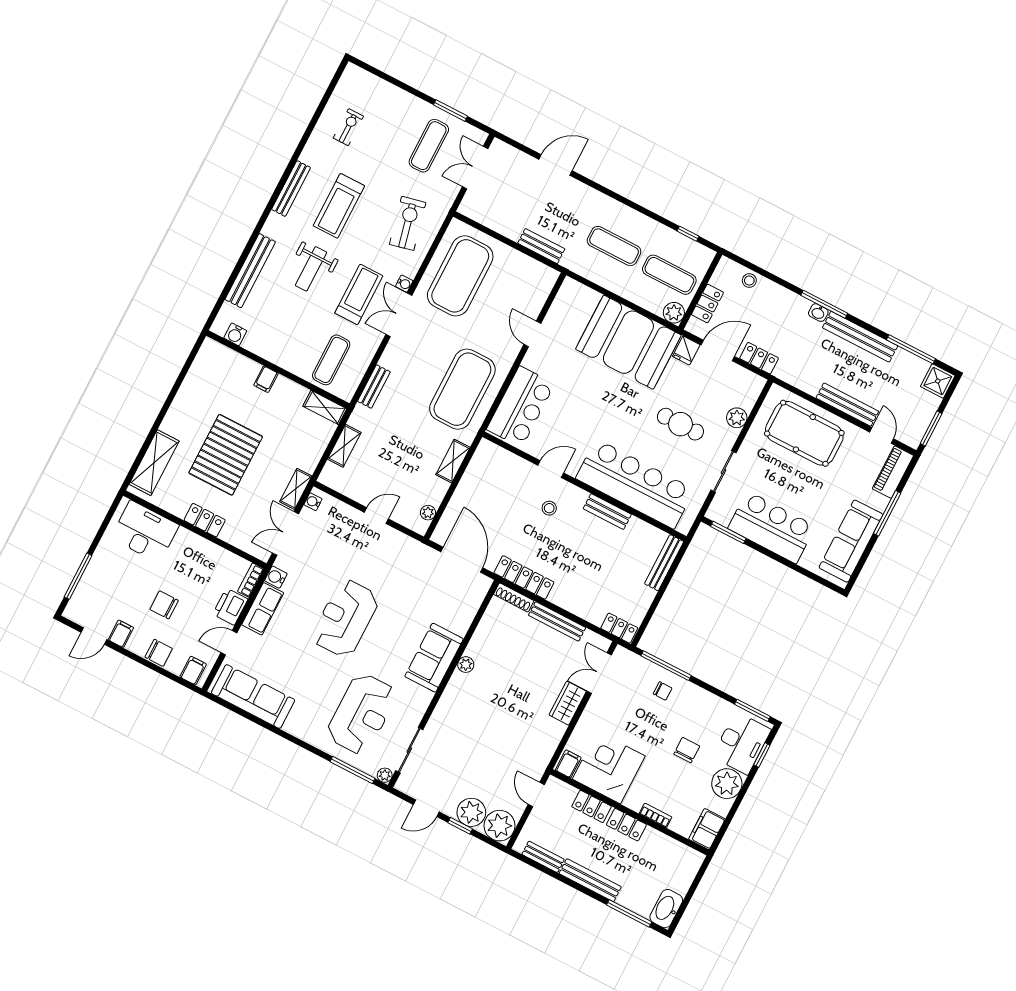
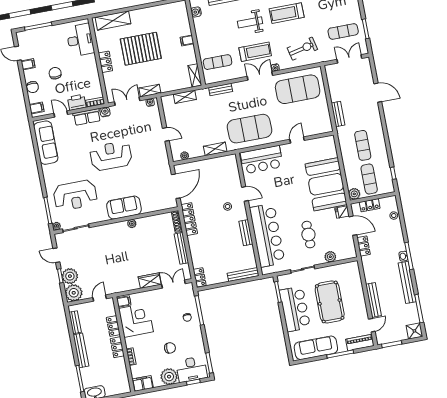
pool table: (804, 433) -> (330, 302), moved

